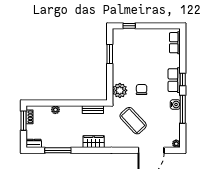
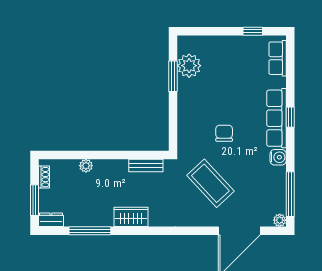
window: (129, 26) -> (253, 31), moved
row of seats: (174, 80) -> (276, 118), width x1.48
plant: (120, 90) -> (189, 66), moved
window: (183, 109) -> (290, 194), moved
window: (23, 121) -> (35, 200), moved
wardrobe: (94, 142) -> (131, 217), moved

